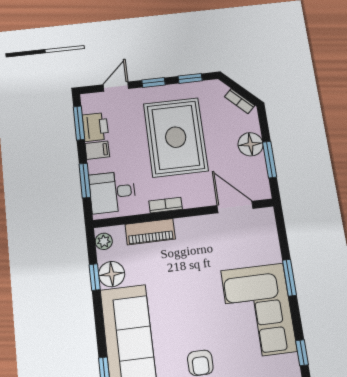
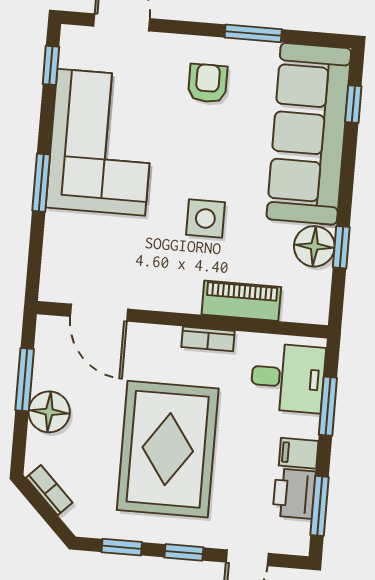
plant: (104, 241) -> (317, 301), removed
side table: (183, 277) -> (205, 219), added

